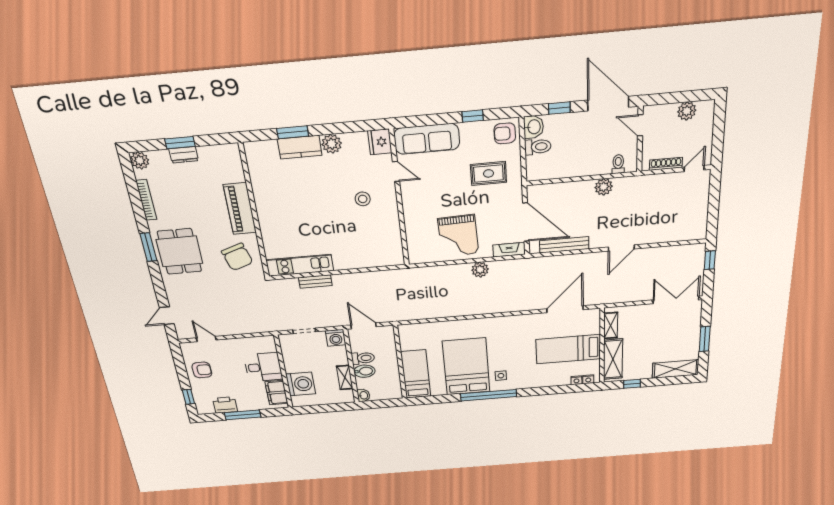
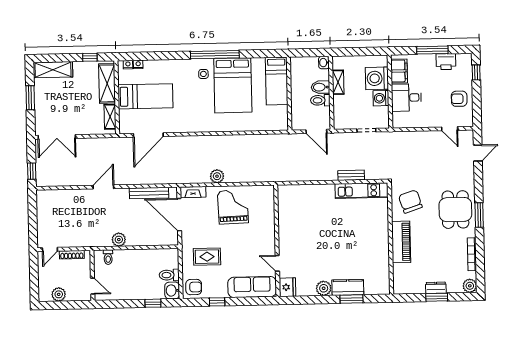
door: (608, 104) -> (117, 304), removed
stool: (363, 199) -> (305, 243), removed
washing machine: (336, 338) -> (381, 98), moved, turned -90

